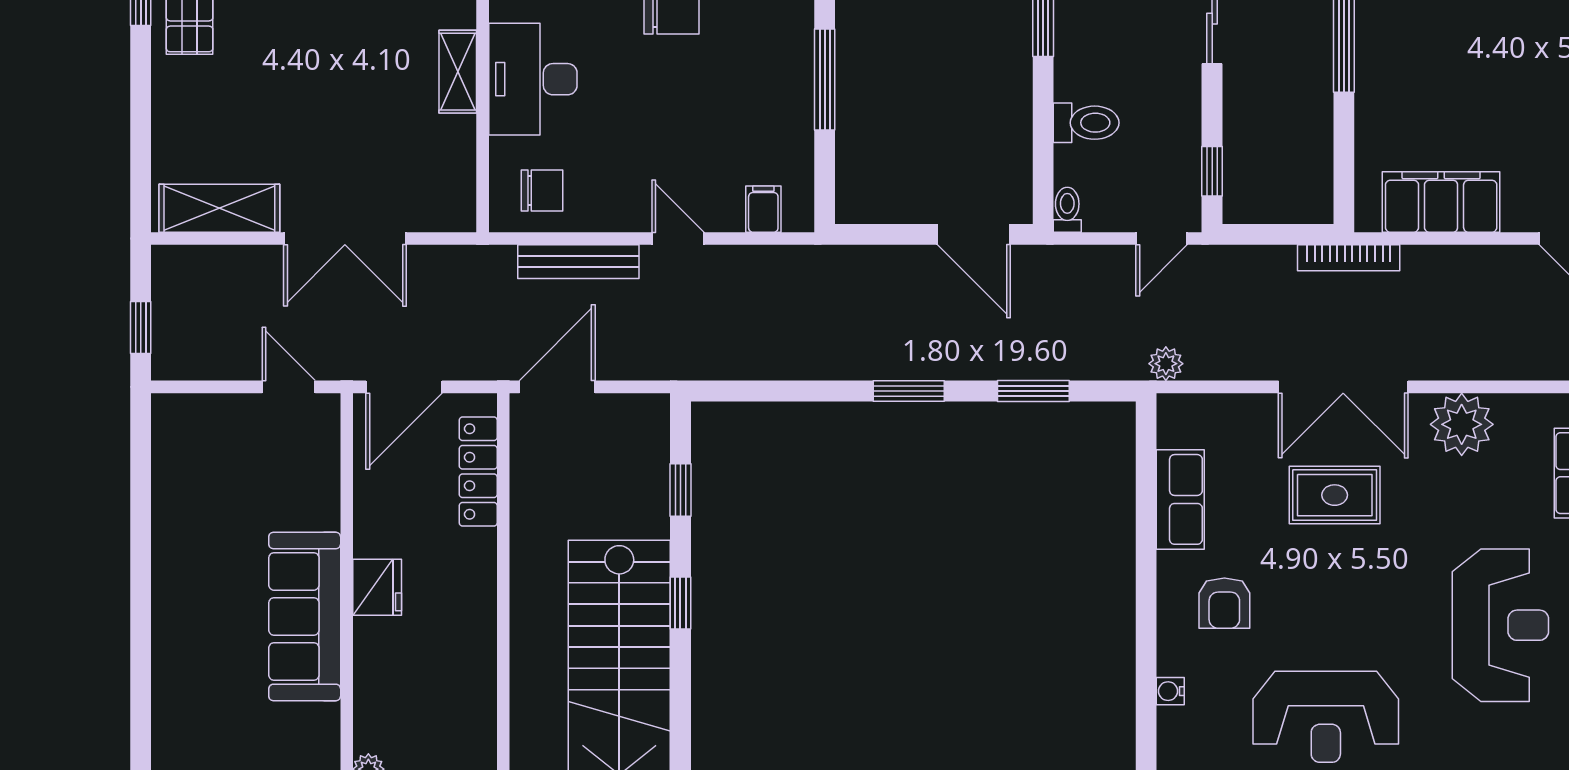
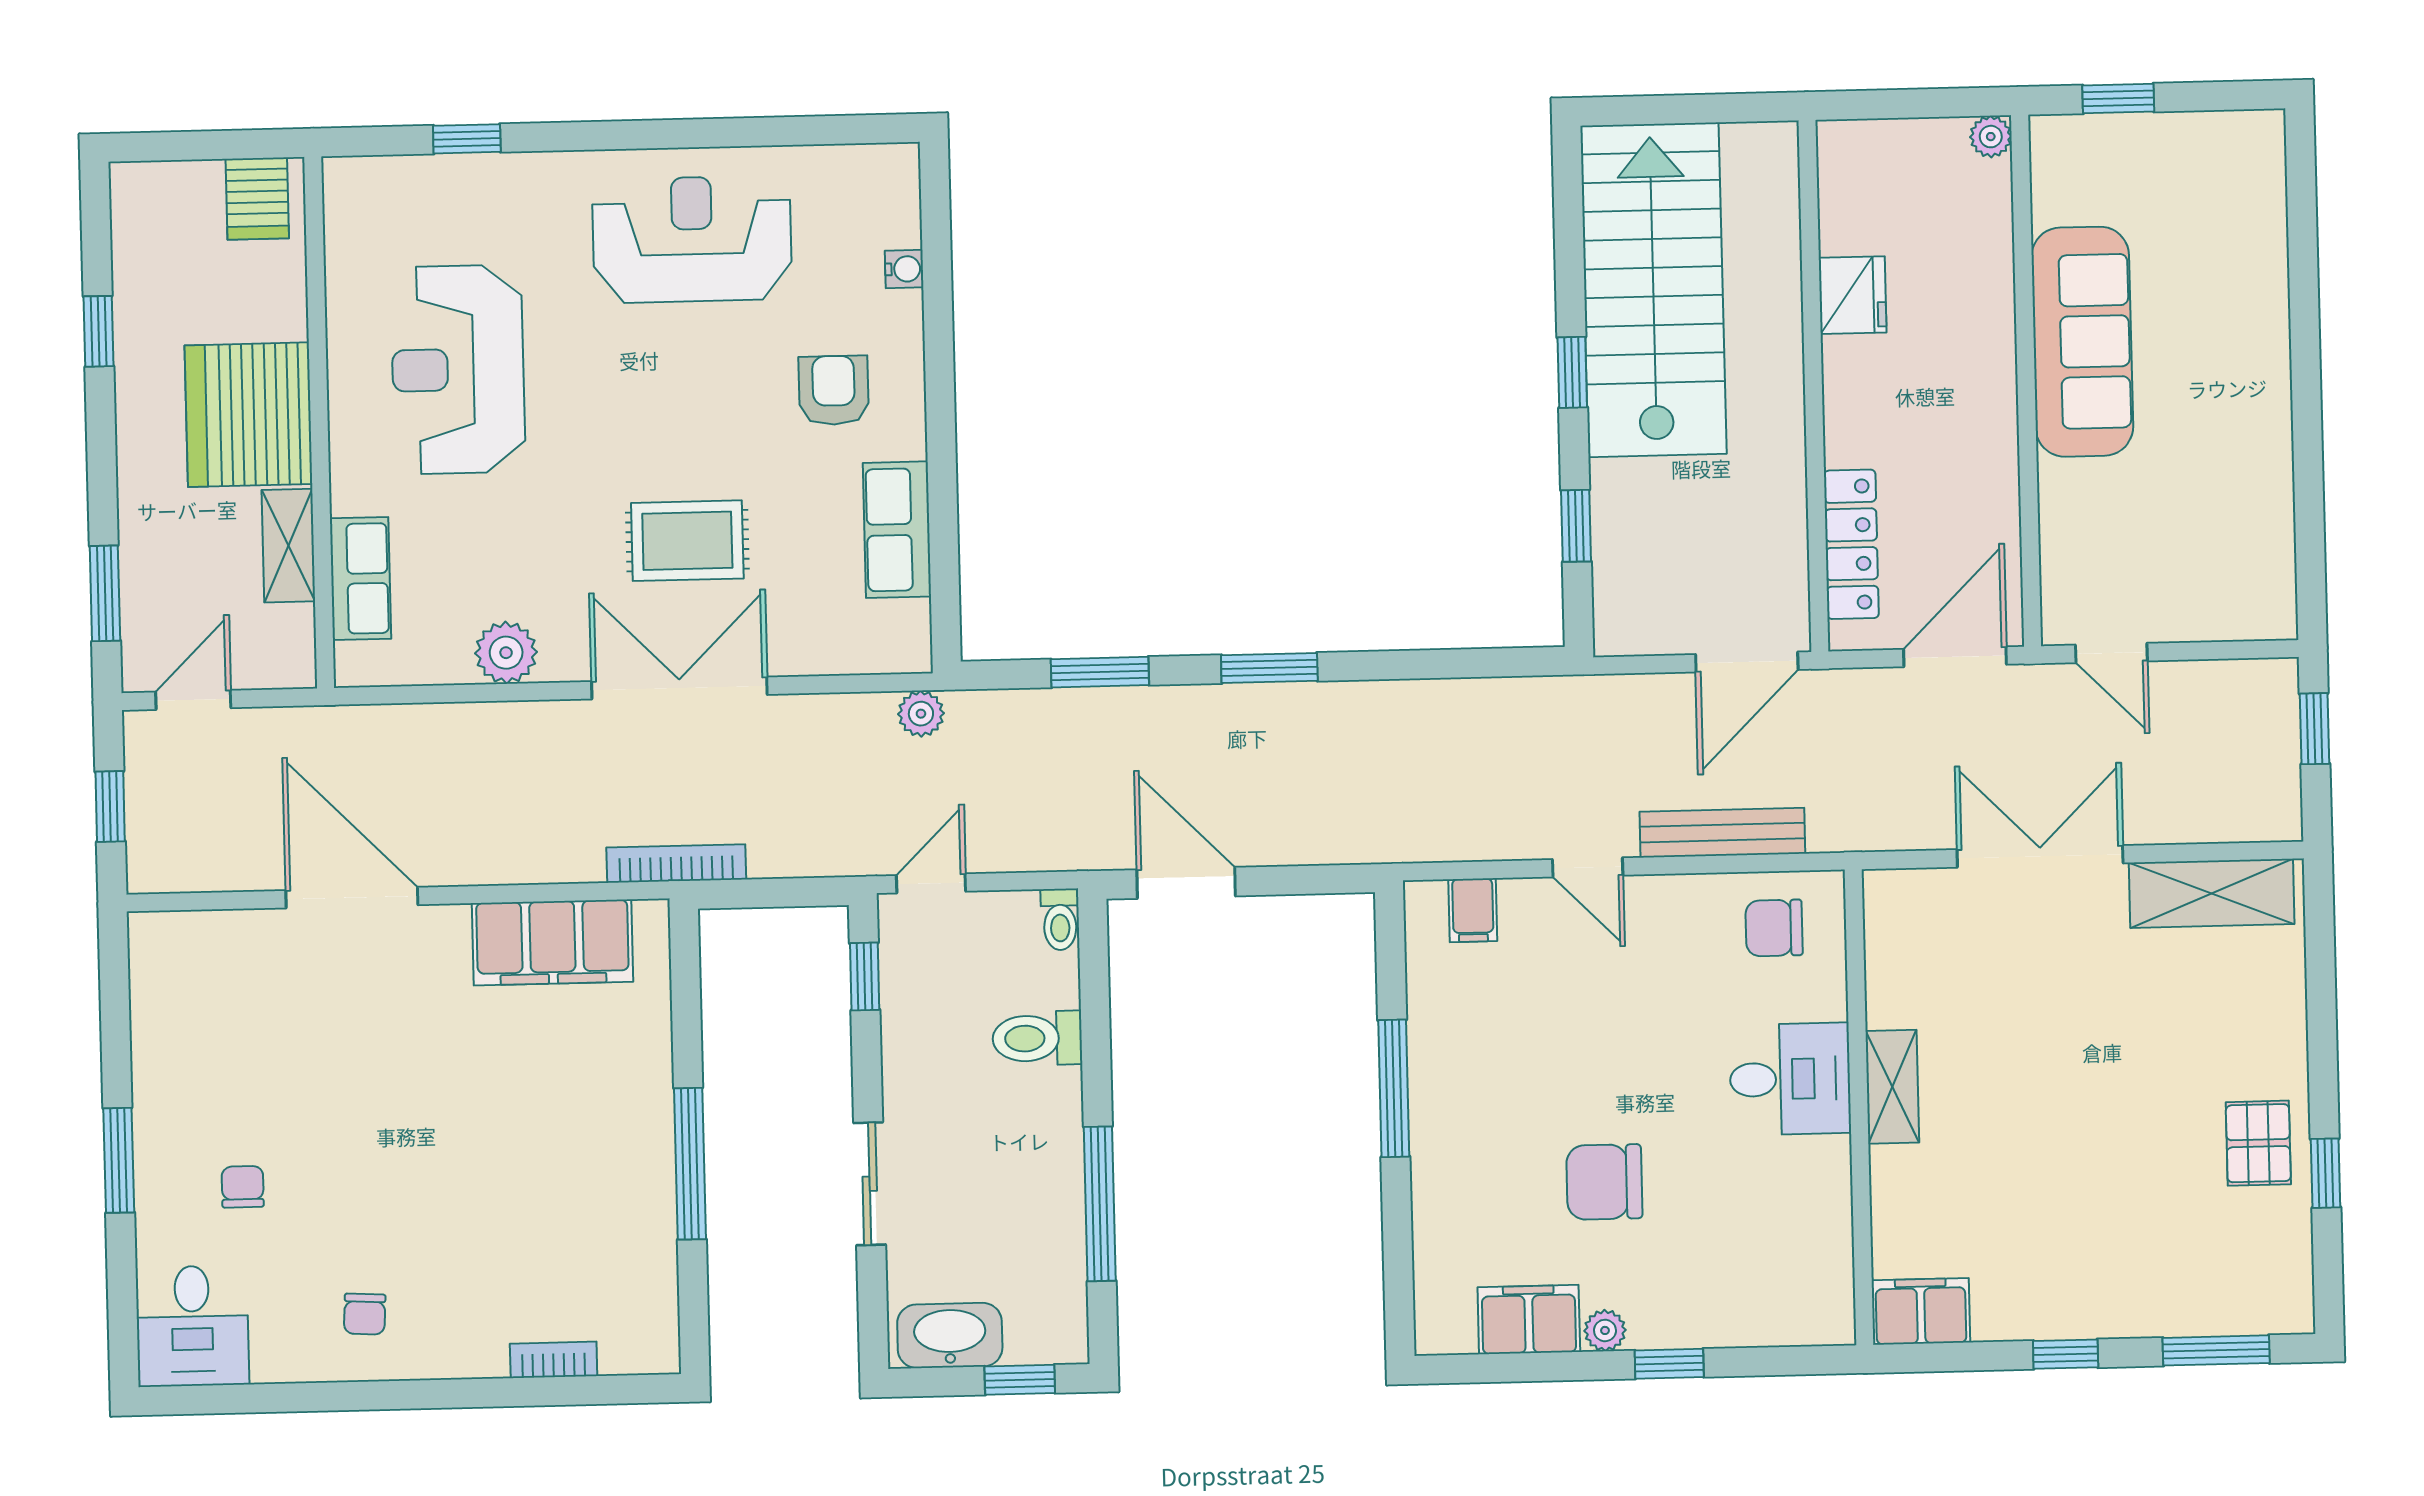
desk: (533, 79) -> (1790, 1079), width x0.73
plant: (1462, 424) -> (506, 653), width x0.73, depth x0.73
fridge: (377, 587) -> (1853, 295), moved, turned 180

